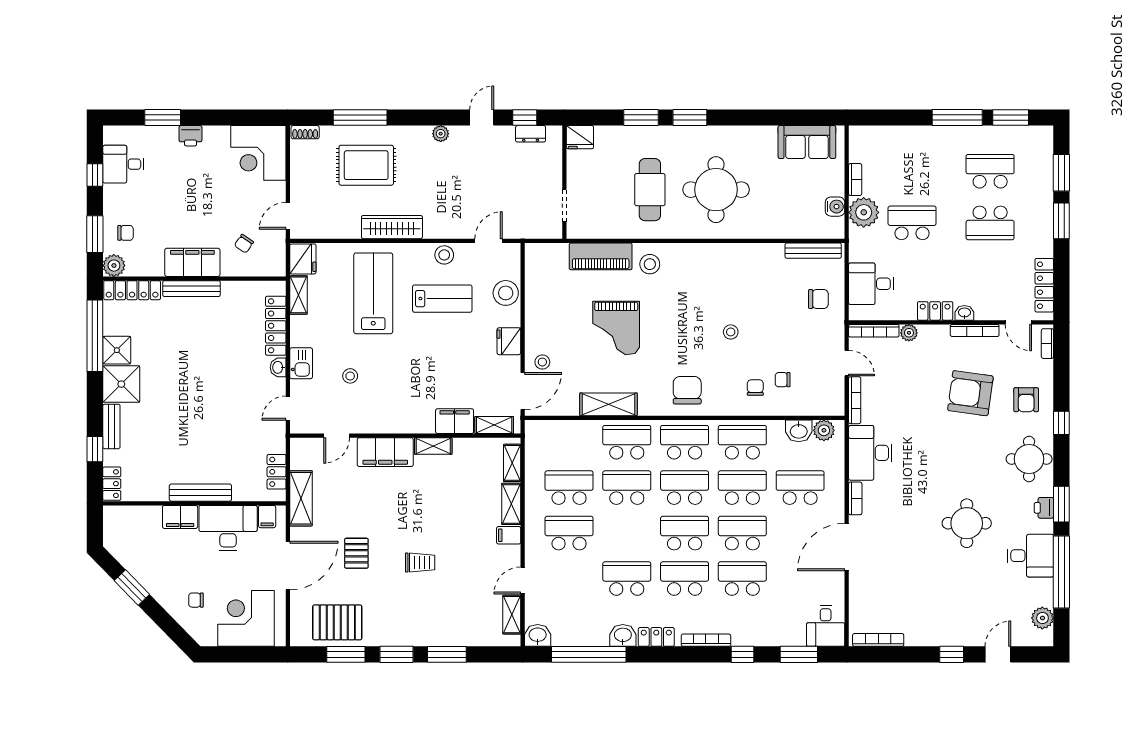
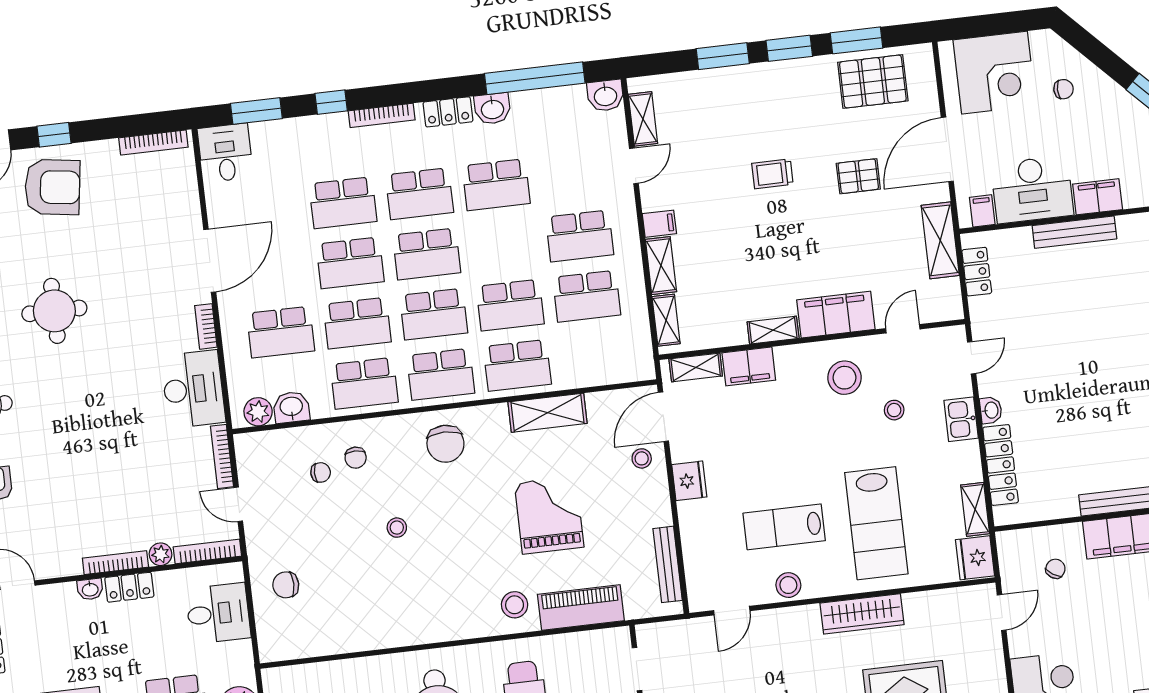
bench: (813, 251) -> (668, 564), moved, turned 90
stool: (506, 293) -> (845, 378), moved
bookcase: (975, 331) -> (115, 563), moved
armchair: (970, 393) -> (52, 187), moved
pallet: (356, 553) -> (858, 176), turned 90

